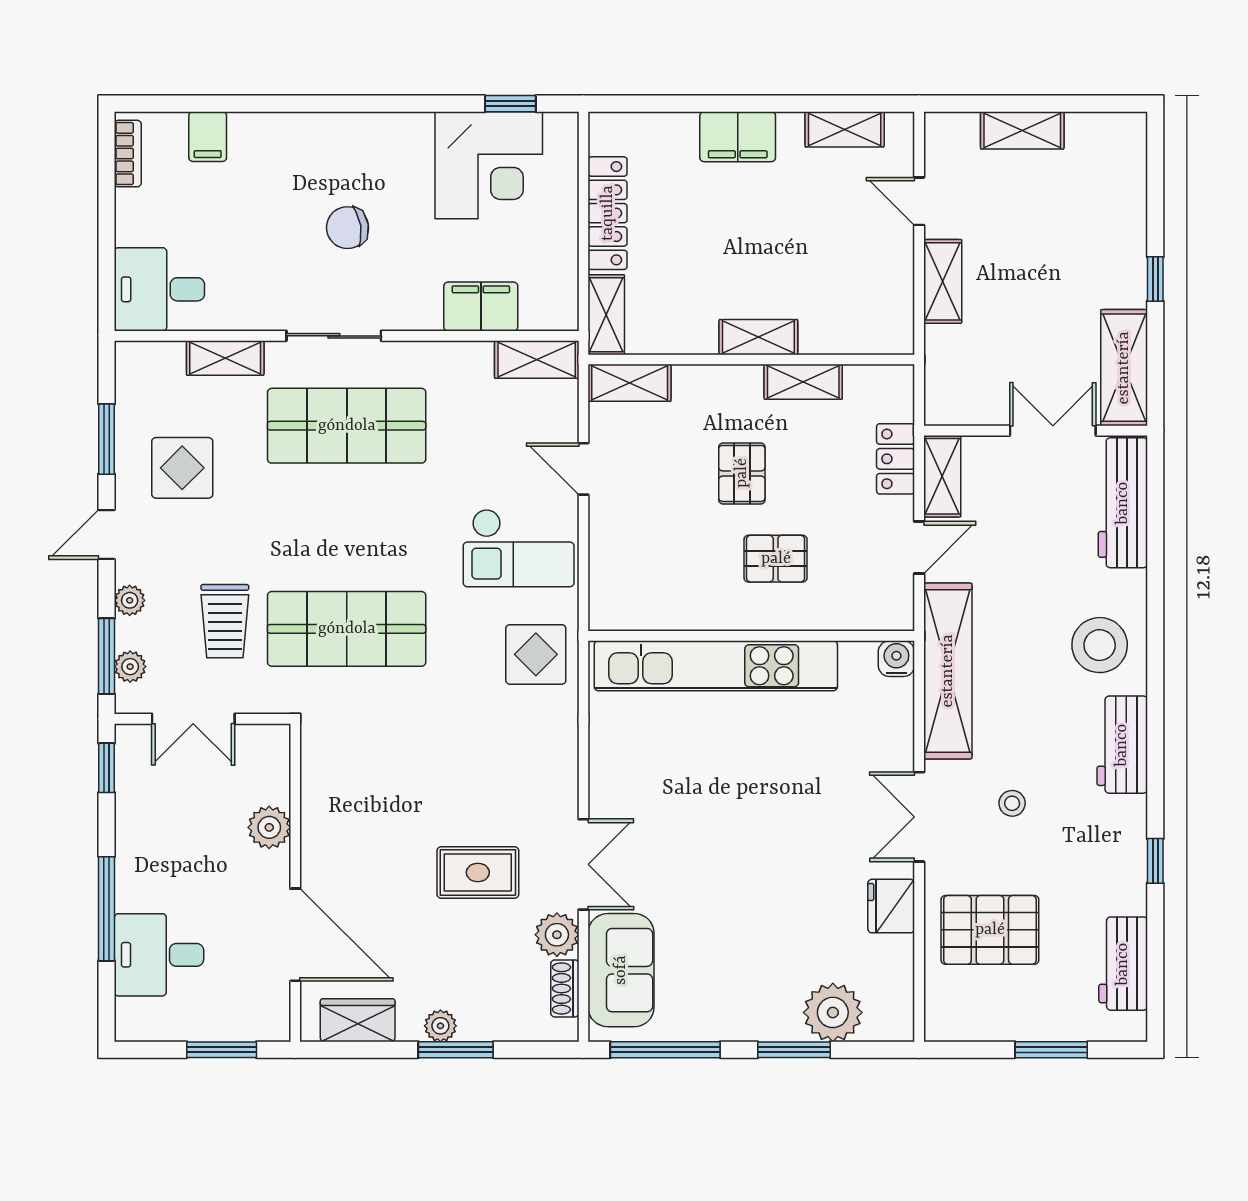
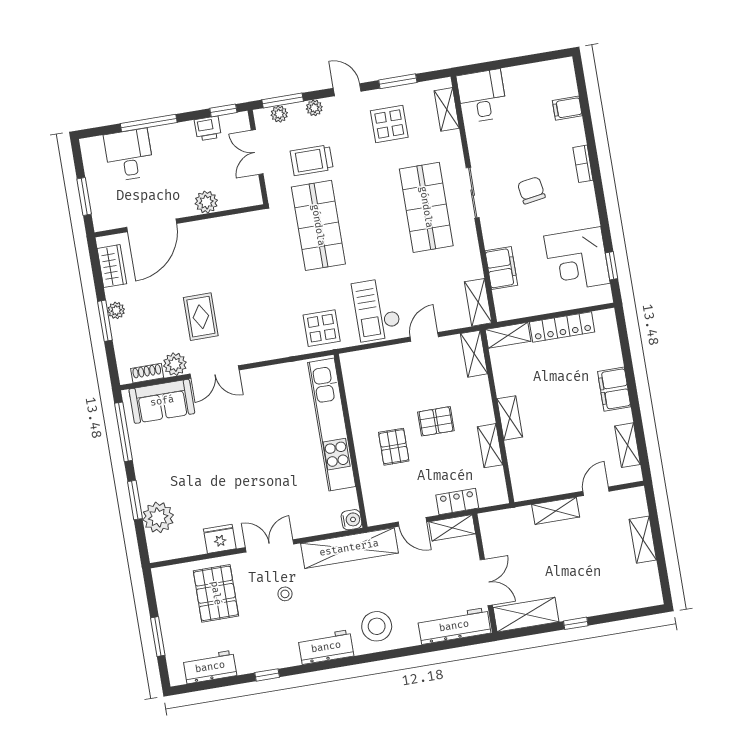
bookcase: (128, 154) -> (583, 164), moved, turned 90
shelving: (225, 358) -> (447, 109), moved
printer: (135, 802) -> (208, 128), added

